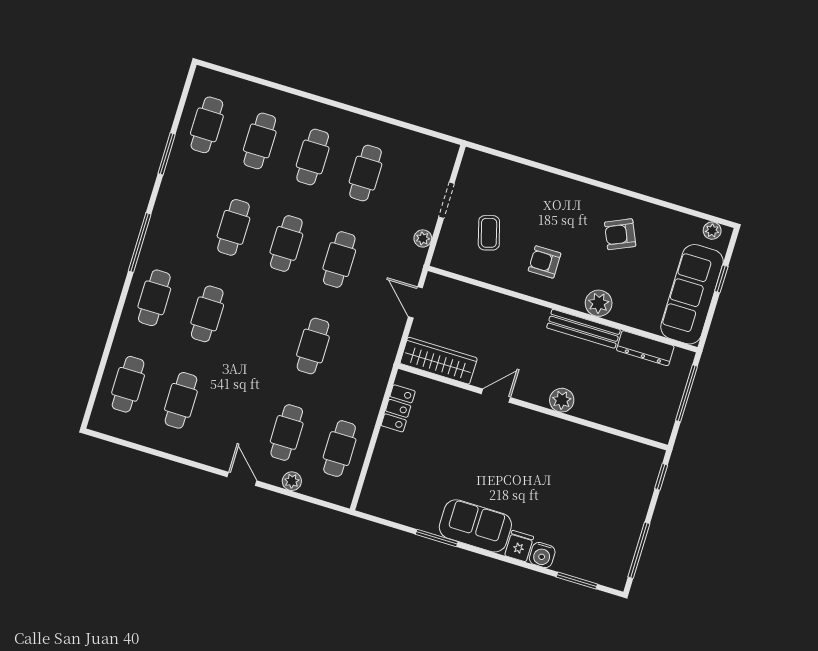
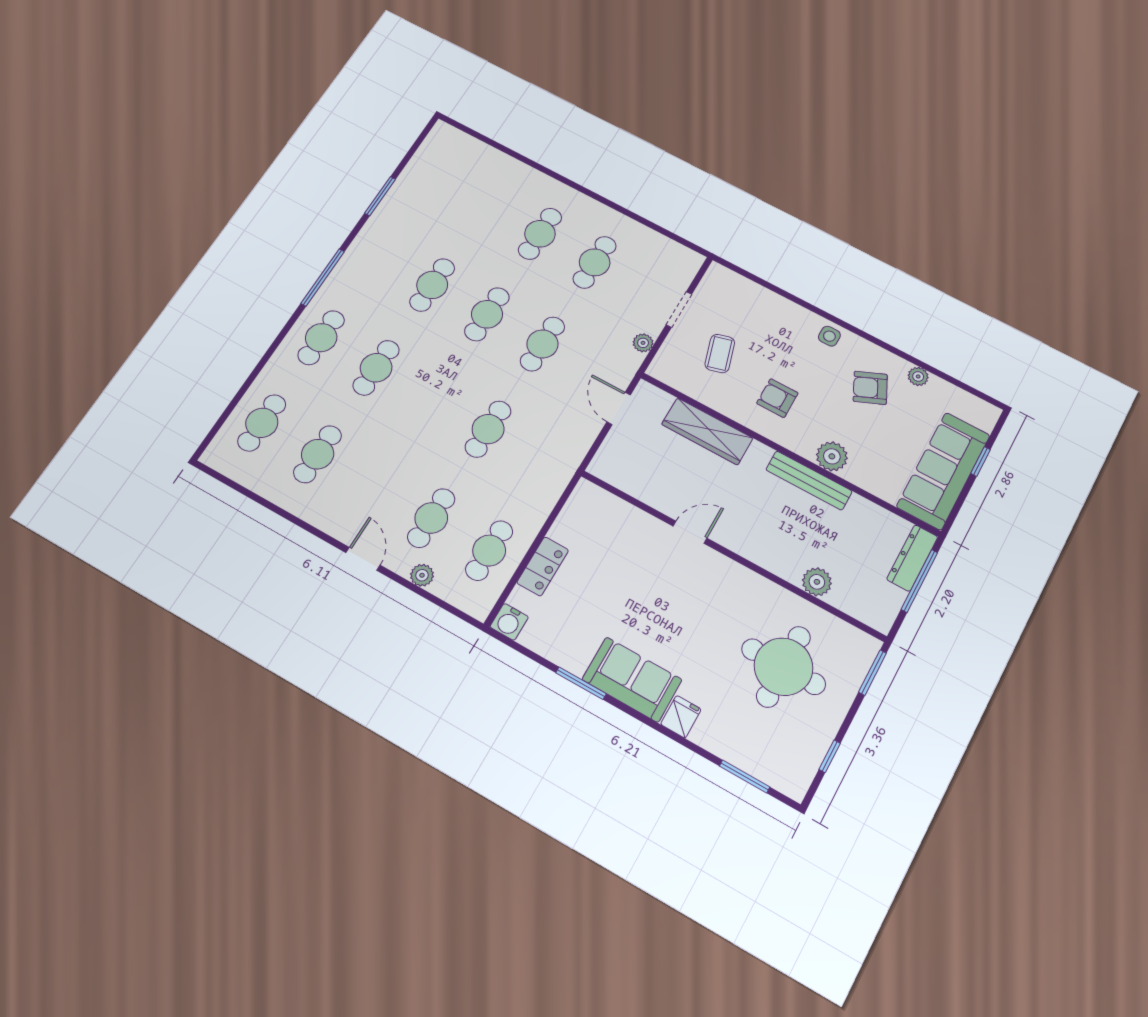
cafe table: (207, 125) -> (433, 178), removed
cafe table: (260, 141) -> (486, 205), removed
side table: (578, 195) -> (829, 336), added
plant: (712, 231) -> (918, 376), moved
dresser: (645, 348) -> (912, 558), moved, turned 90
wardrobe: (439, 361) -> (707, 431), moved, turned 180
plant: (562, 400) -> (817, 582), moved
locker: (398, 408) -> (543, 566), moved
window: (661, 477) -> (873, 673), width x1.50
round table: (591, 488) -> (784, 667), added
window: (639, 550) -> (830, 756), width x0.46
water cooler: (542, 555) -> (509, 622), moved

